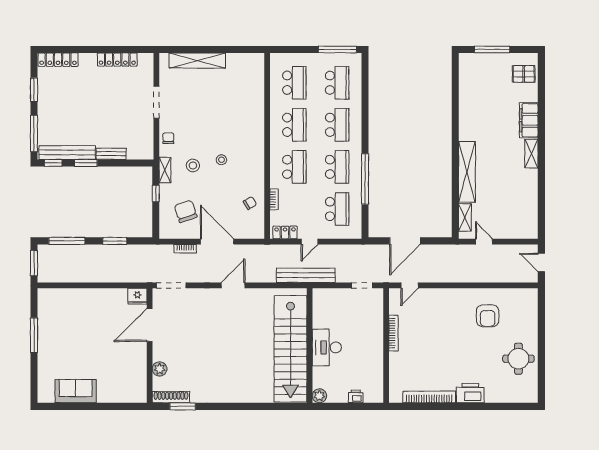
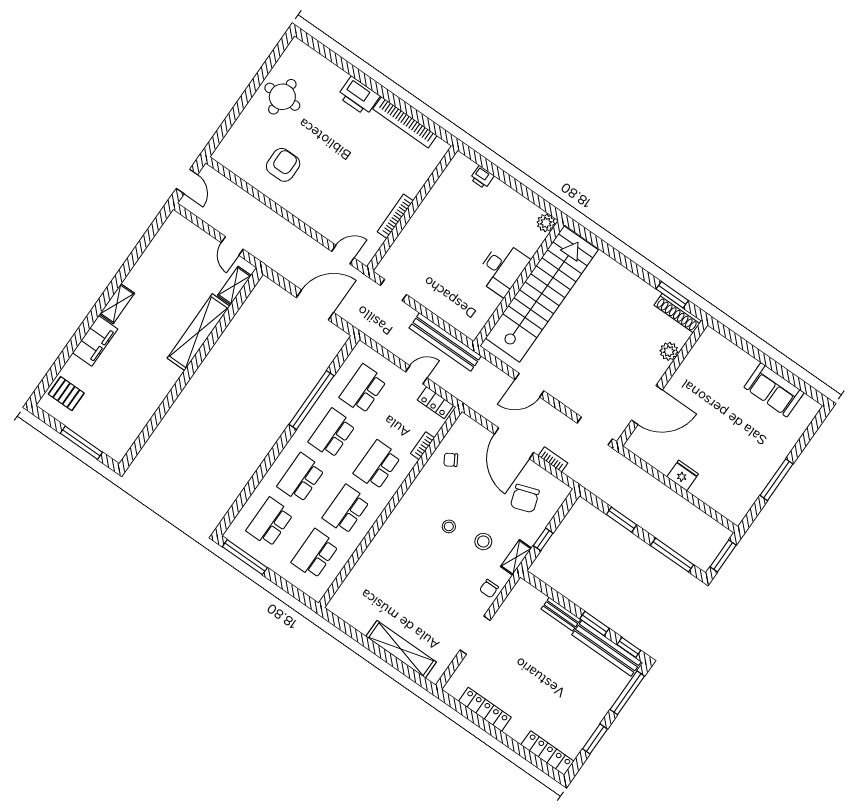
fridge: (137, 296) -> (683, 475), moved
wall: (310, 346) -> (519, 283), moved
desk: (327, 347) -> (502, 268), moved
stairs: (291, 349) -> (542, 294), moved
plant: (319, 396) -> (546, 223), moved

